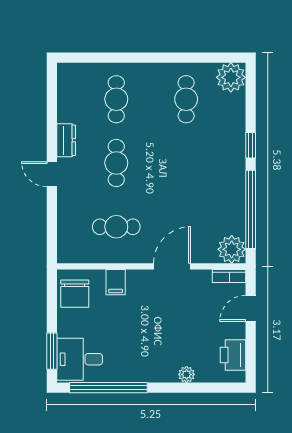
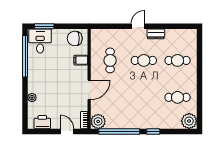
door: (172, 266) -> (89, 90), hinge flipped

